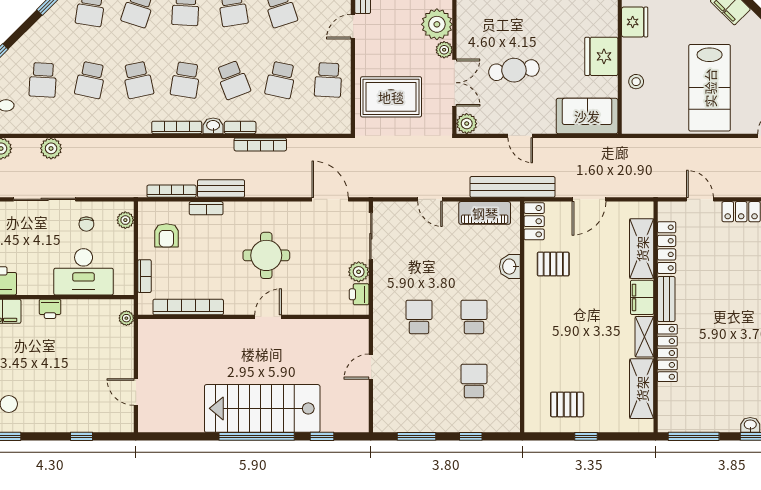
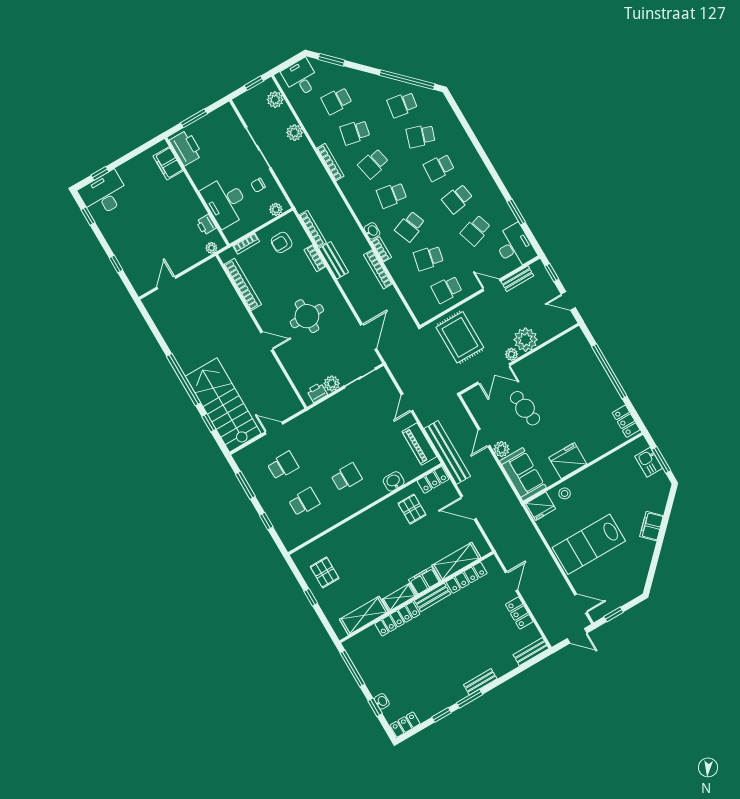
fridge: (635, 22) -> (541, 506), moved
plant: (467, 124) -> (501, 449), moved
bookcase: (177, 127) -> (330, 162), moved
printer: (50, 309) -> (206, 225), moved
school desk: (419, 317) -> (283, 466), moved
stairs: (262, 408) -> (223, 405), moved

